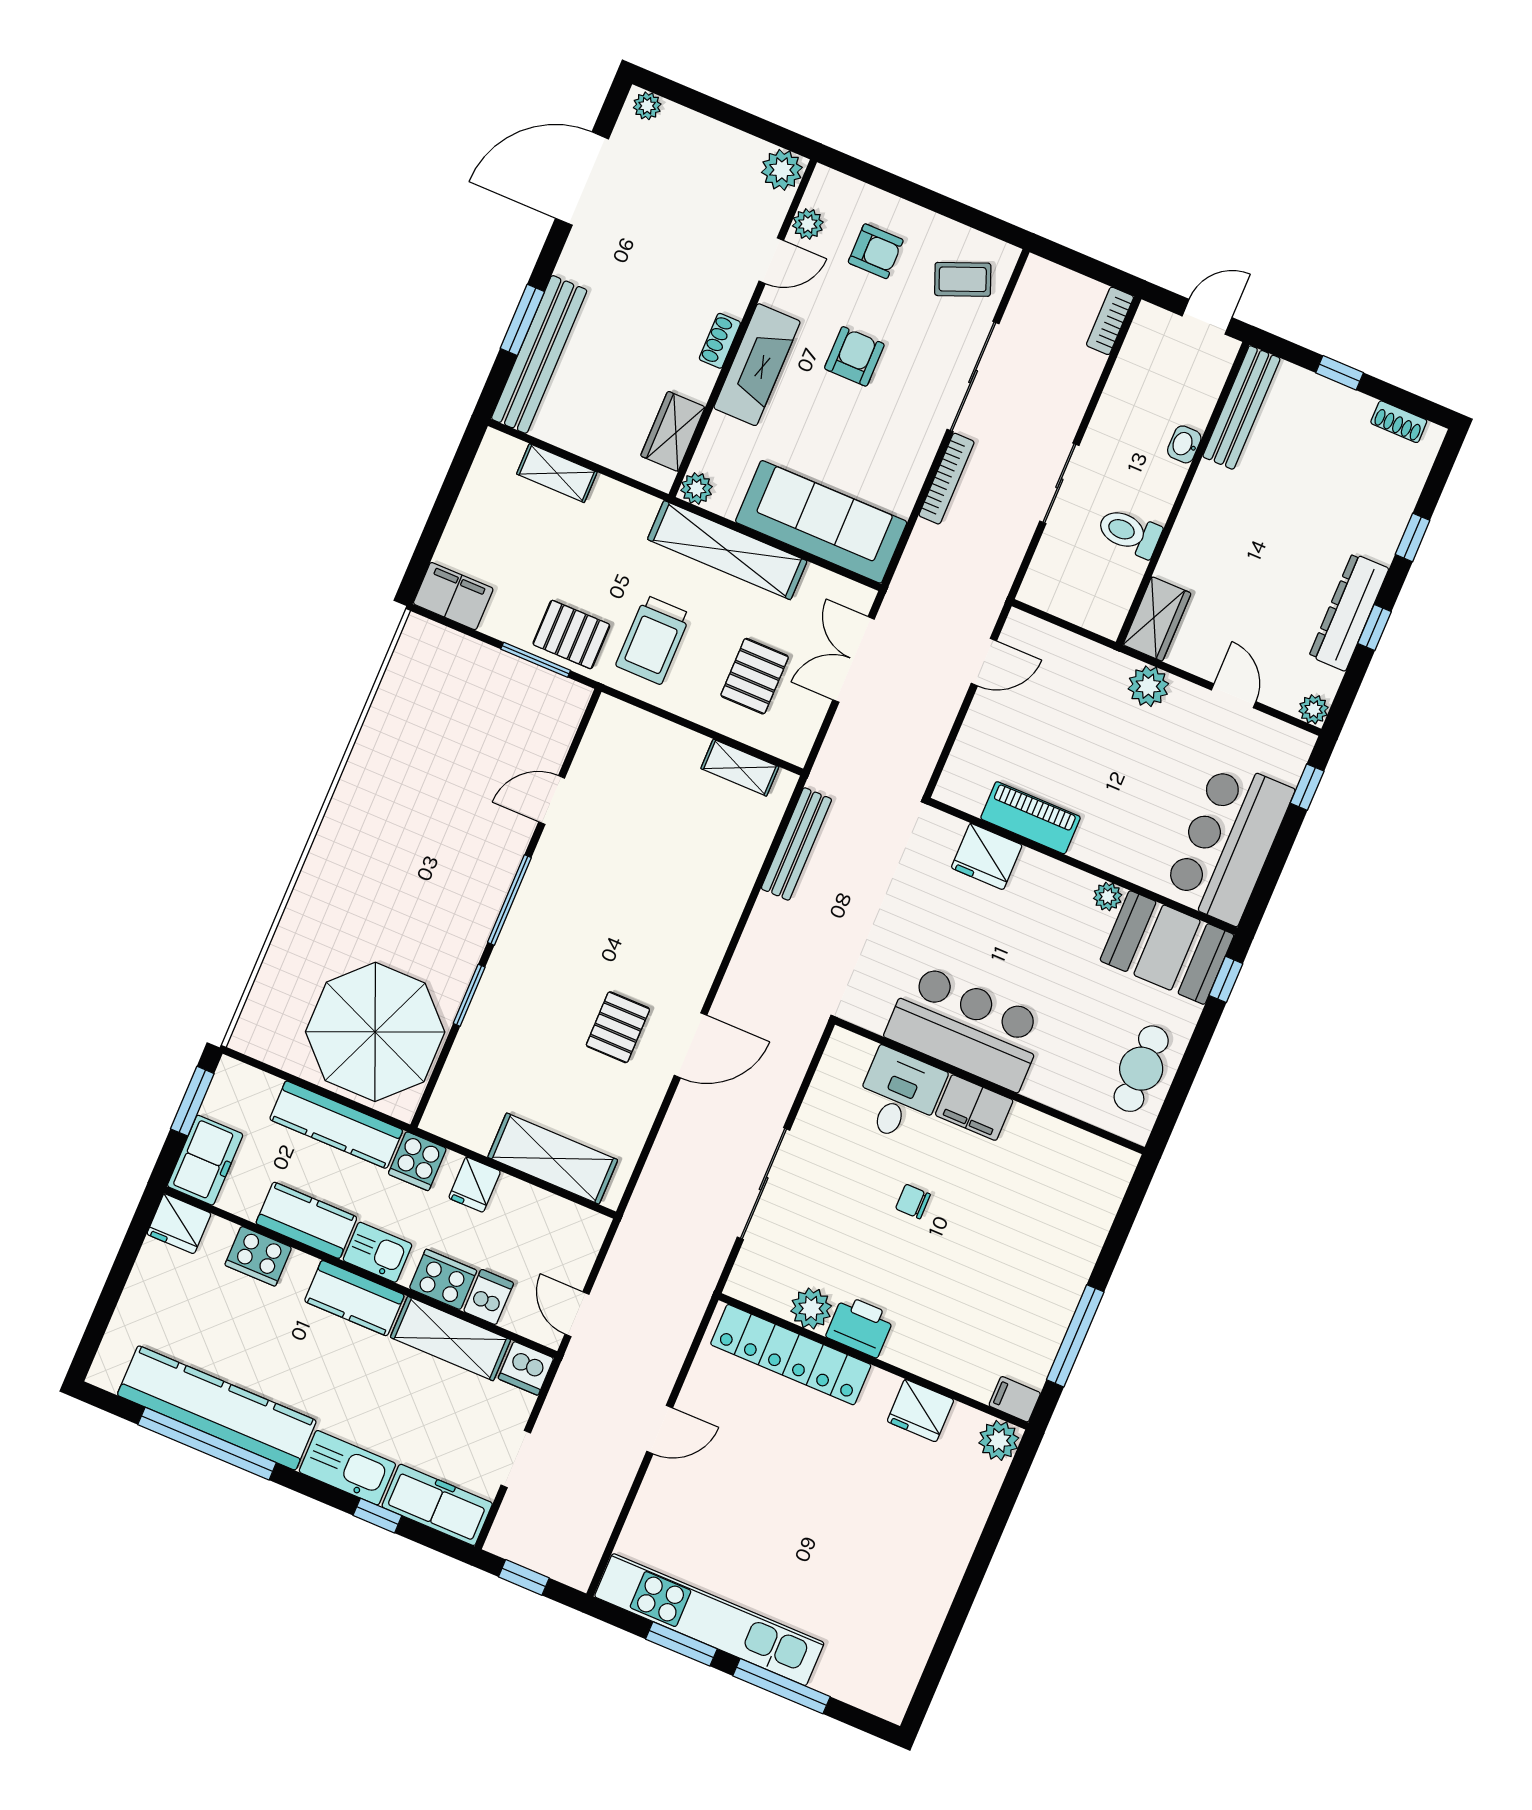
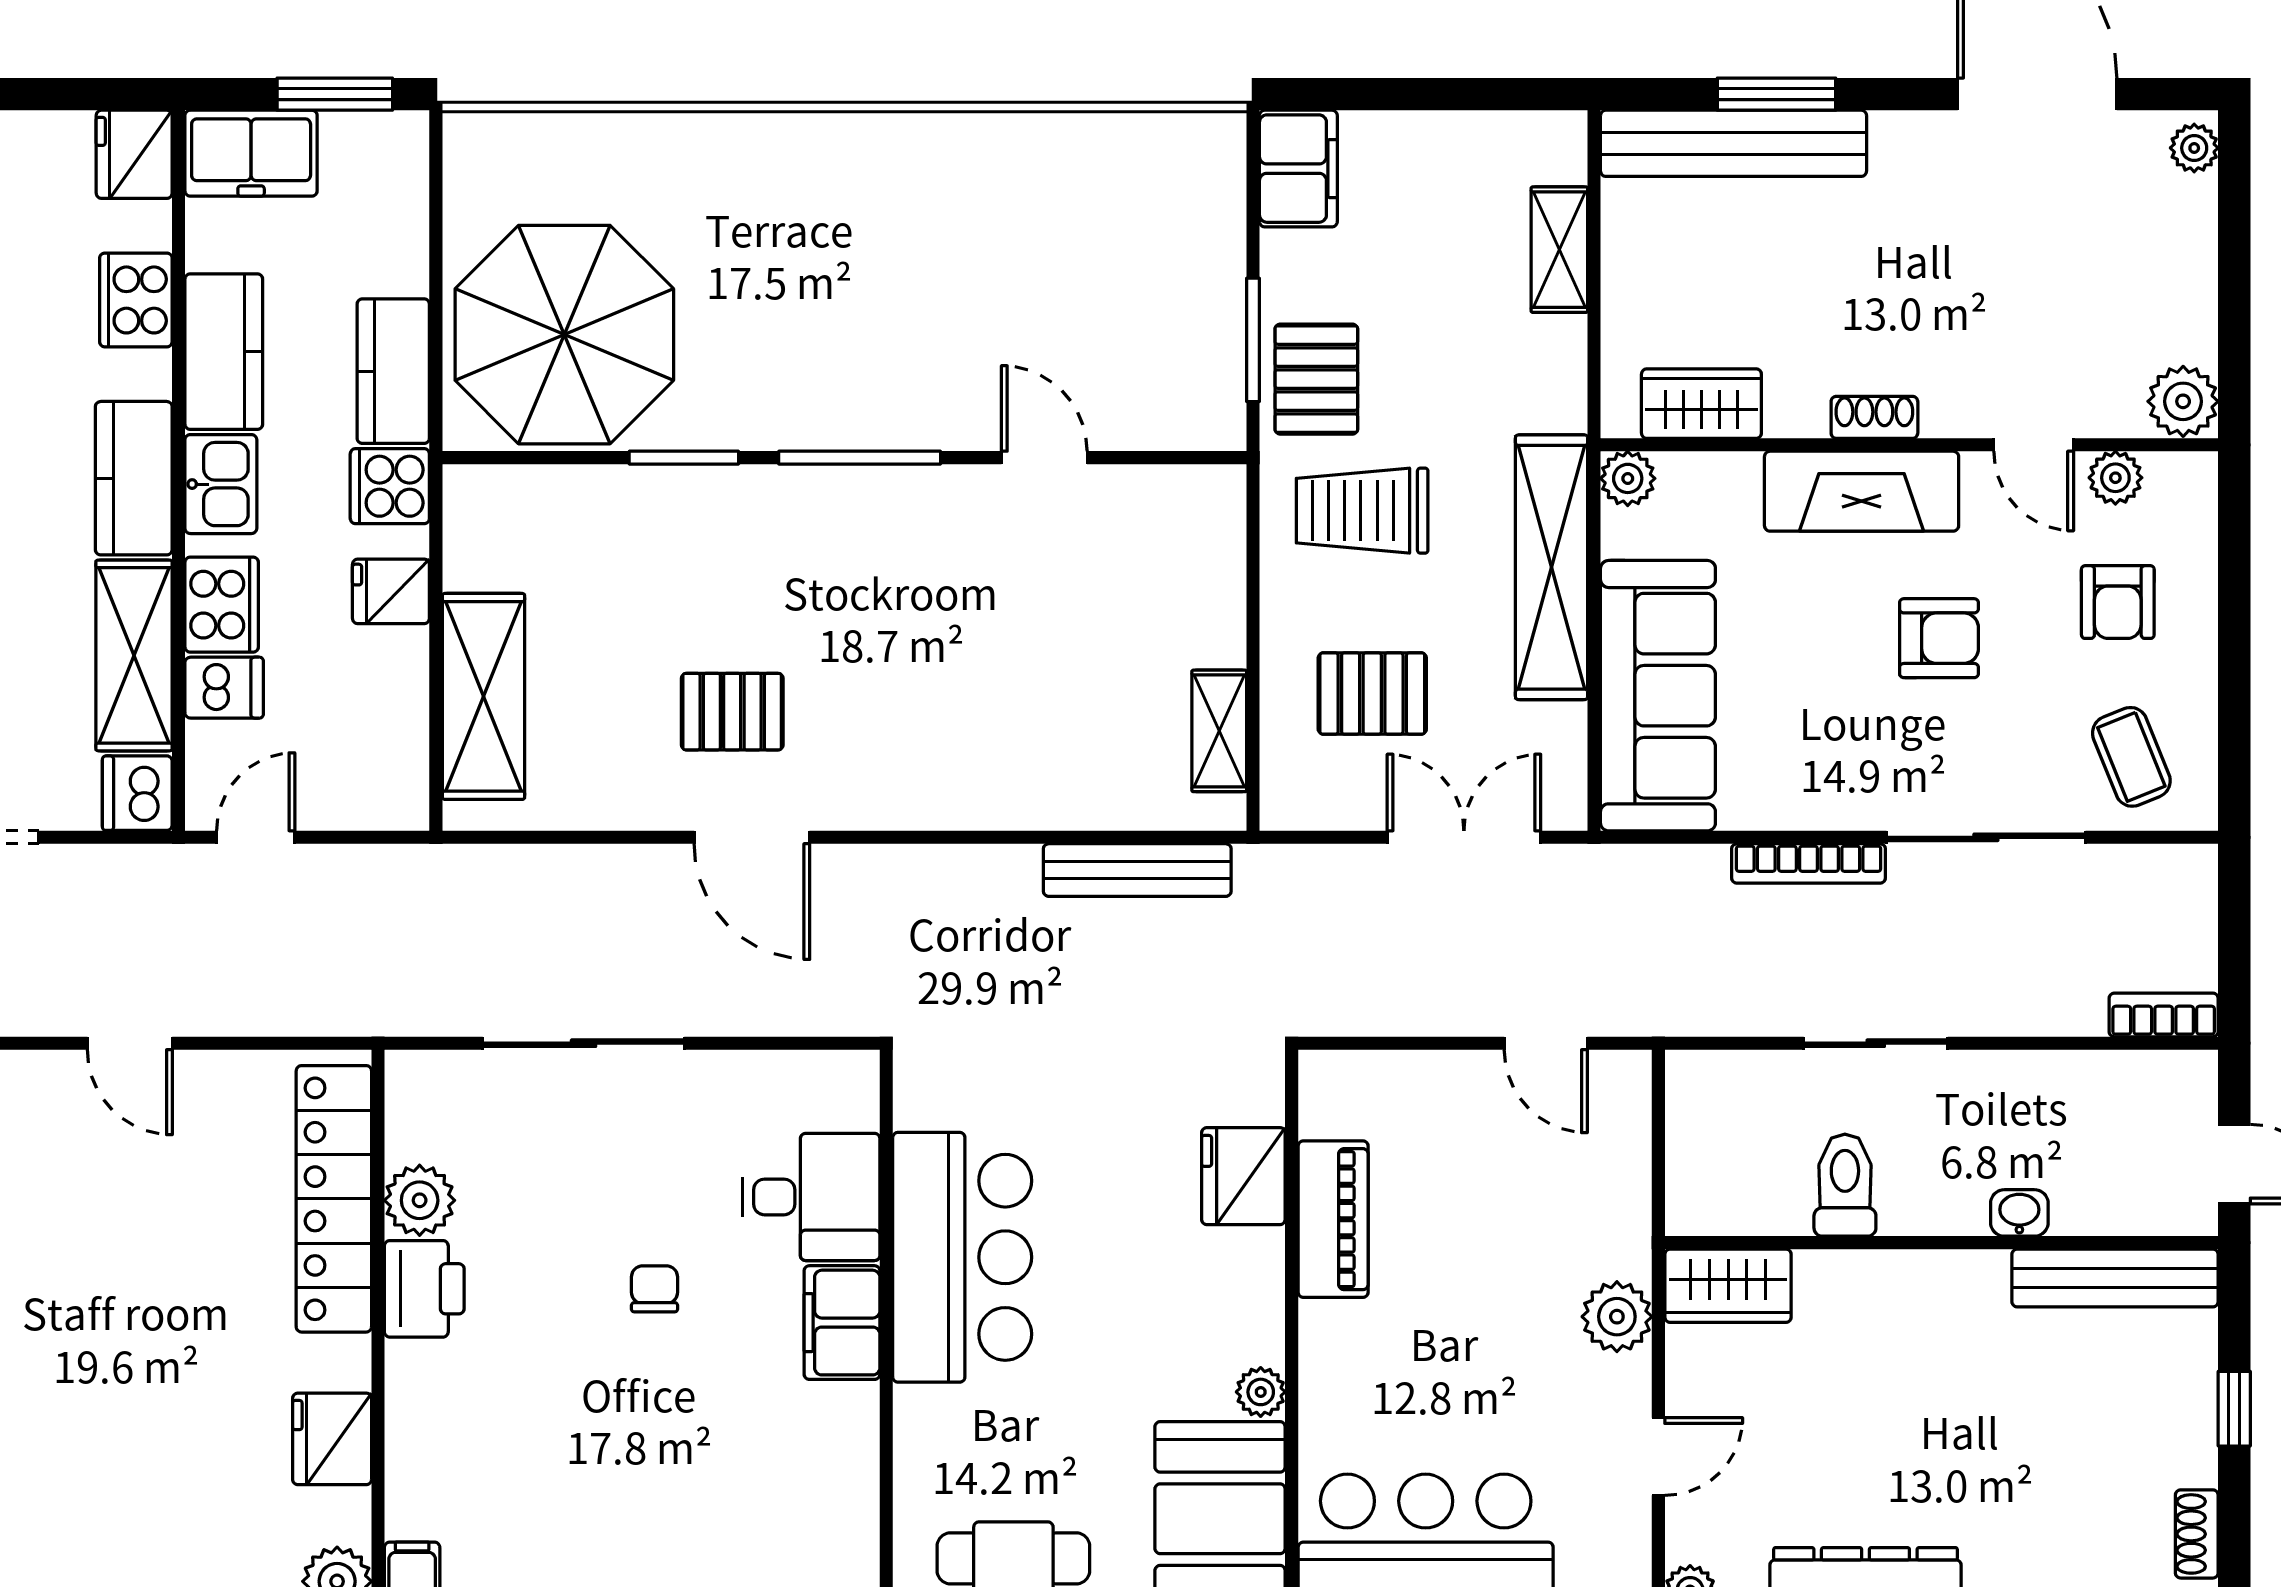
kitchen counter: (336, 1125) -> (393, 371), width x0.67

